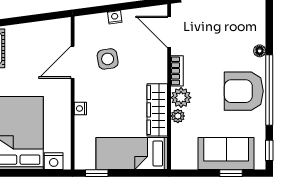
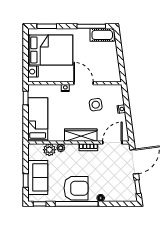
door: (73, 62) -> (84, 83), moved
armchair: (244, 91) -> (76, 188), turned 90
plant: (181, 98) -> (49, 150), moved
wardrobe: (157, 110) -> (81, 135), moved

